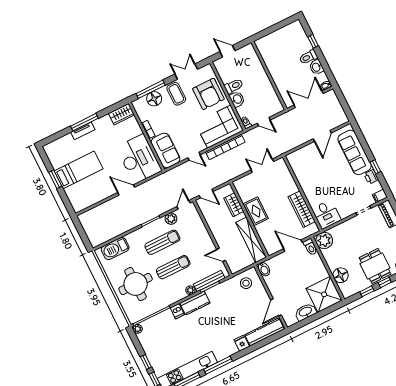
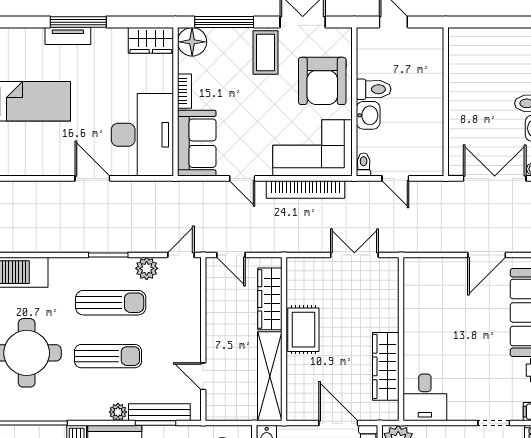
floor lamp: (154, 99) -> (192, 42), moved
wardrobe: (234, 205) -> (270, 299), width x1.50

